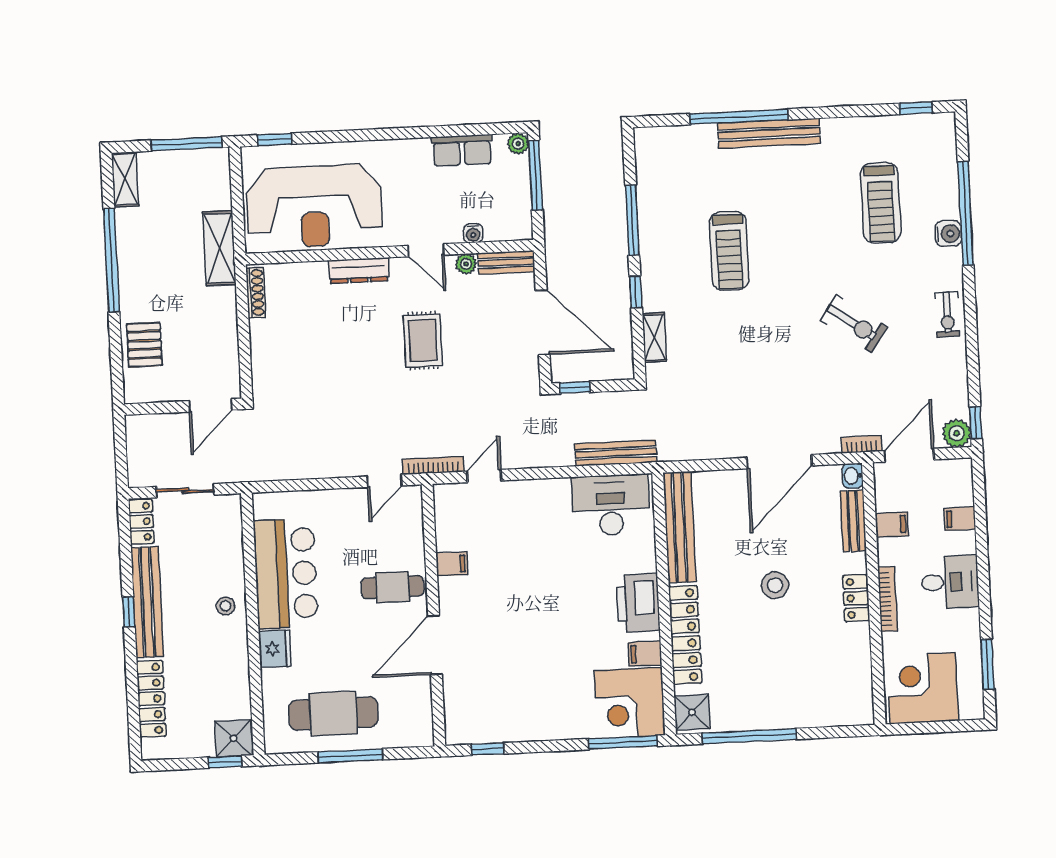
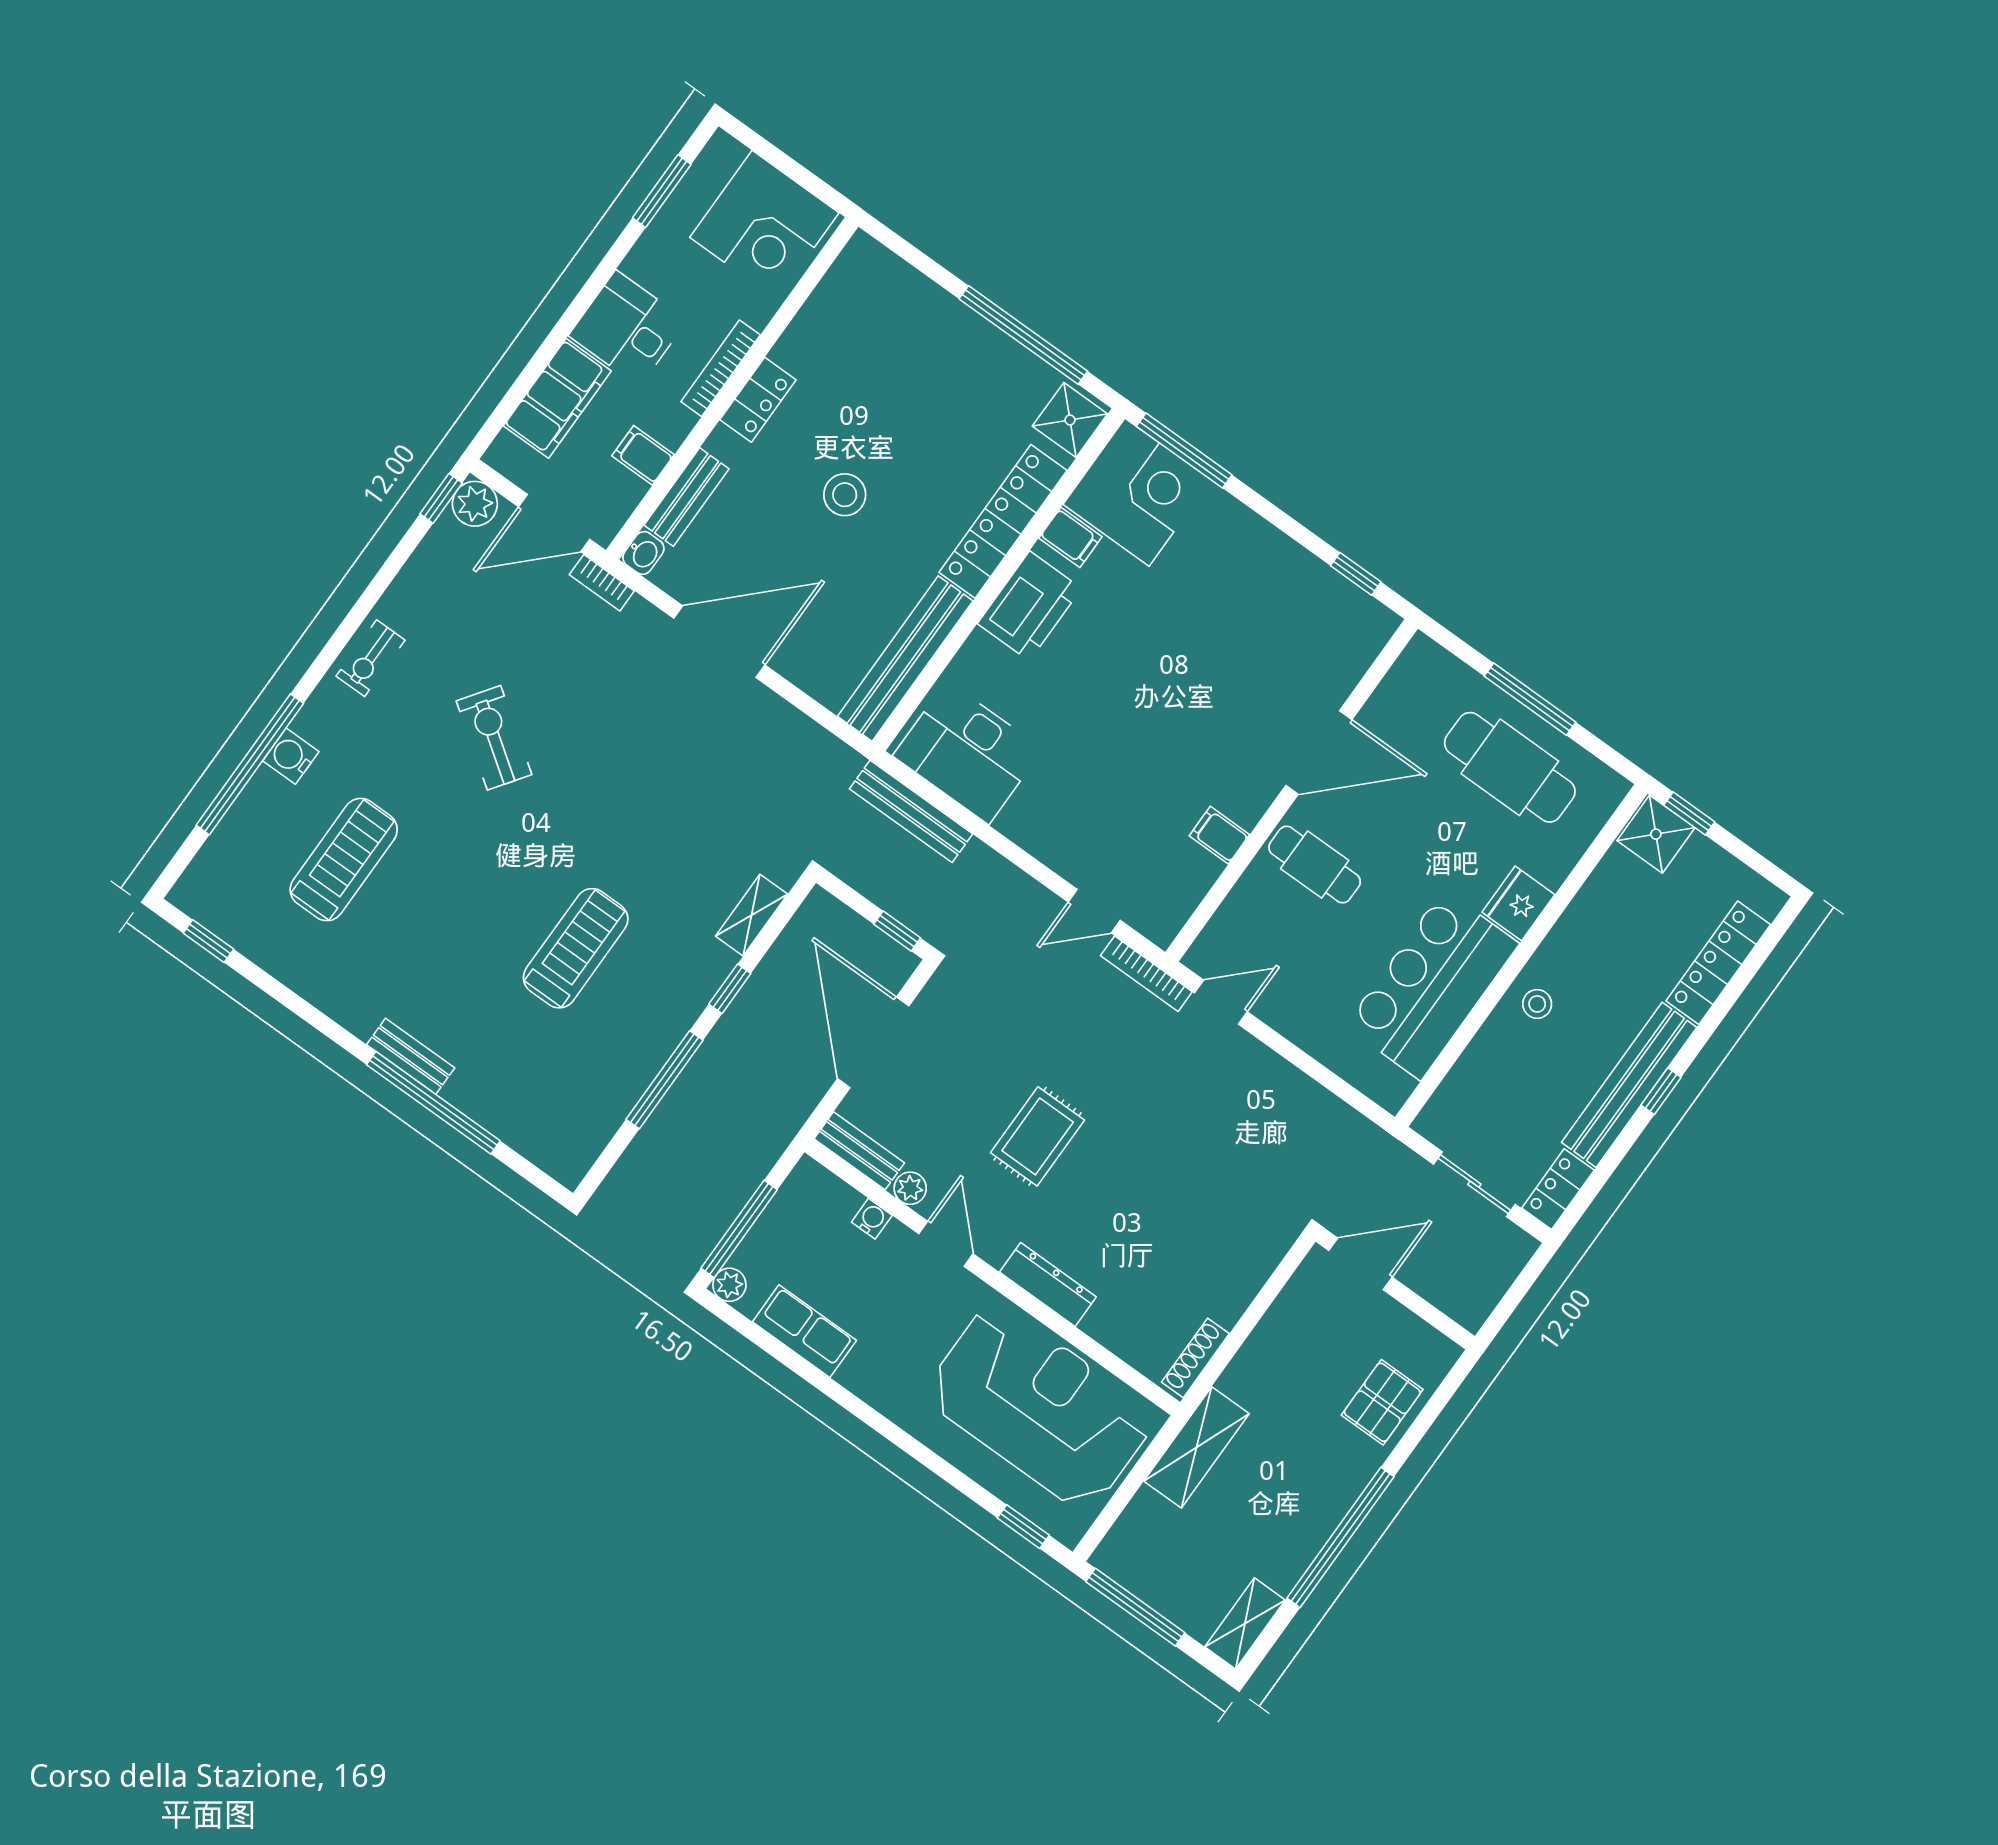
bench: (769, 133) -> (411, 1056), width x0.54, depth x0.82
exercise bike: (947, 314) -> (371, 658), turned 180
filing cabinet: (960, 519) -> (557, 398), width x3.00, depth x1.17

